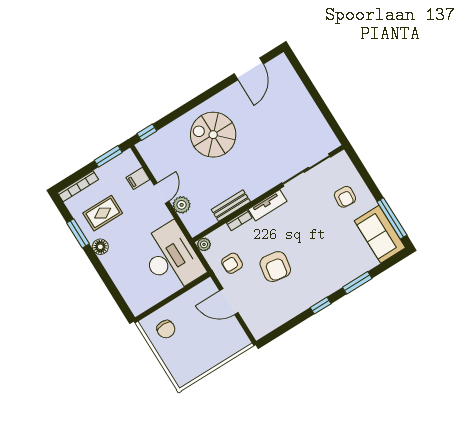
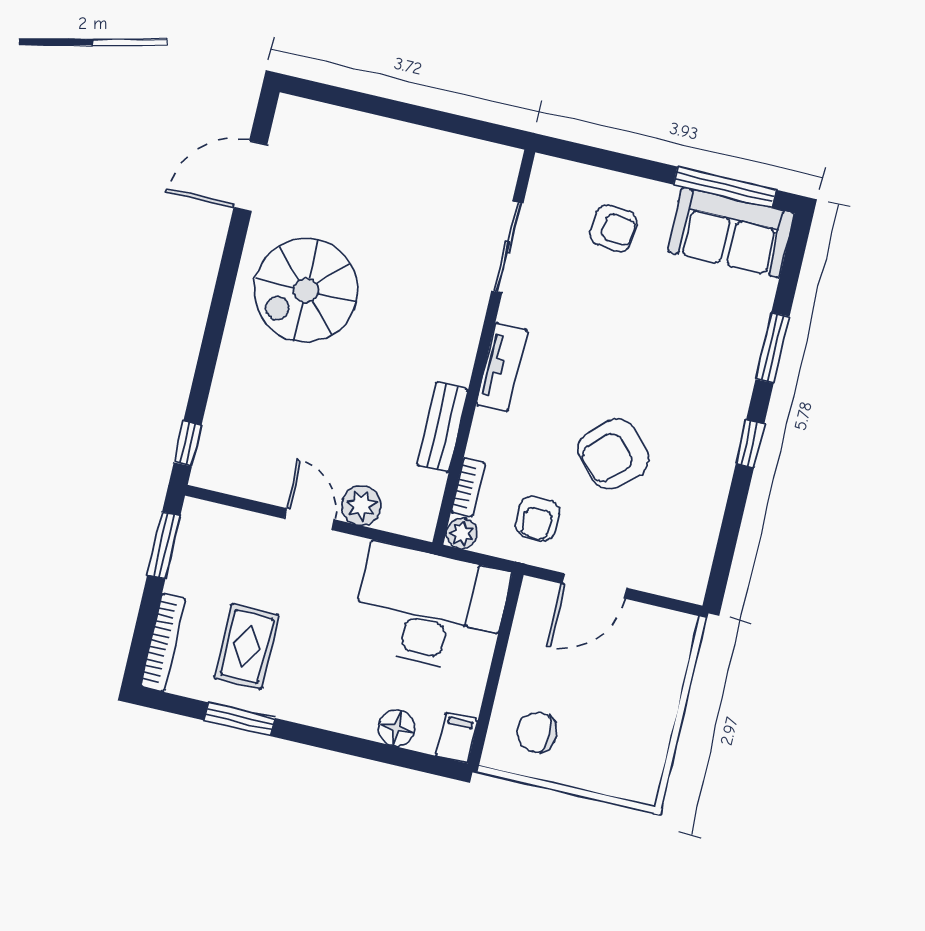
door: (249, 69) -> (250, 176), swing flipped
spiral stairs: (213, 135) -> (306, 290), moved
sliding door: (306, 170) -> (507, 247), width x0.73
filing cabinet: (138, 178) -> (457, 738), moved, turned 180
bookcase: (239, 220) -> (468, 487), moved
floor lamp: (100, 247) -> (397, 728), moved
armchair: (275, 267) -> (613, 454), turned 128
chair: (166, 329) -> (537, 732), turned 180

